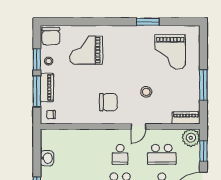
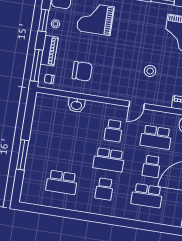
window: (37, 92) -> (37, 65), moved
chair: (108, 102) -> (82, 71), moved
washbasin: (47, 158) -> (76, 105), moved, turned 90

